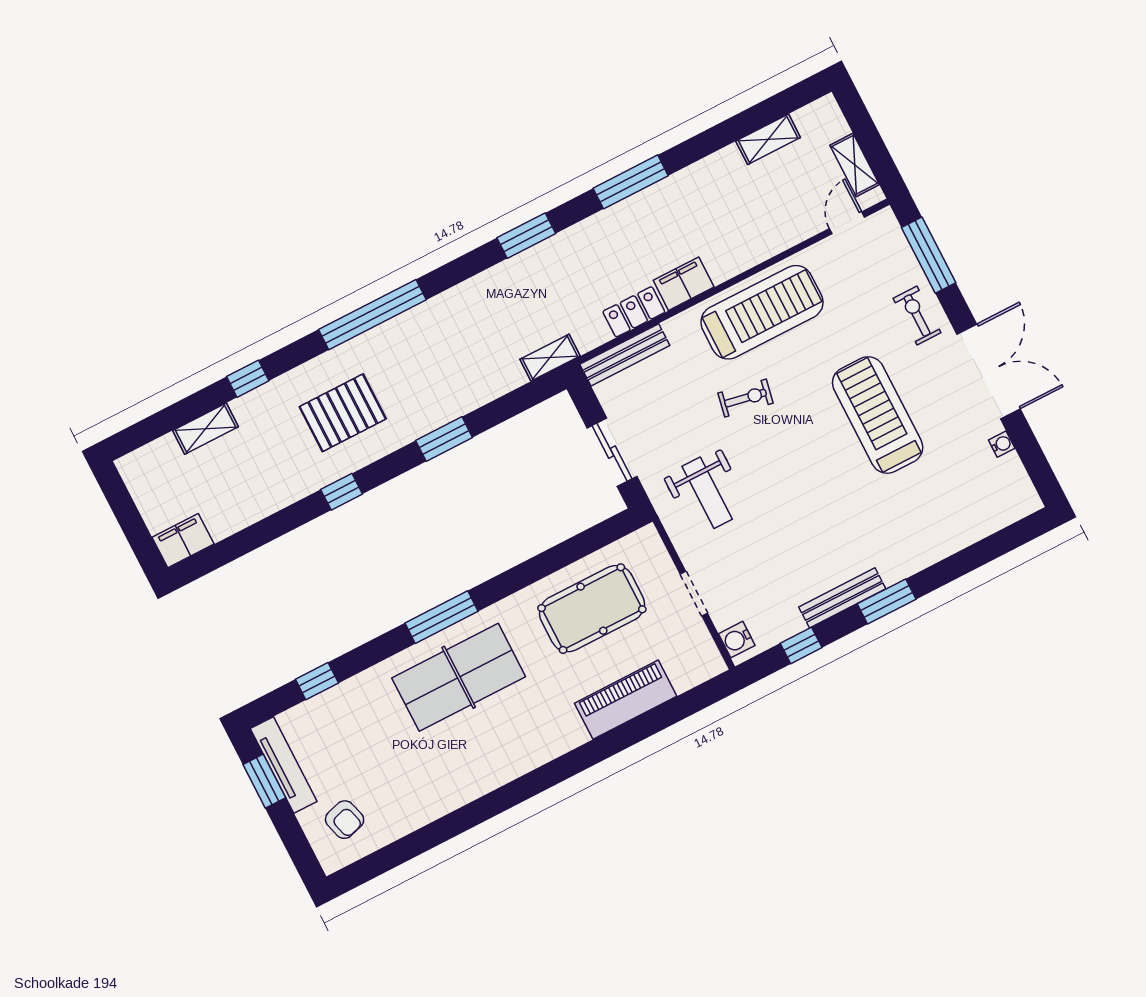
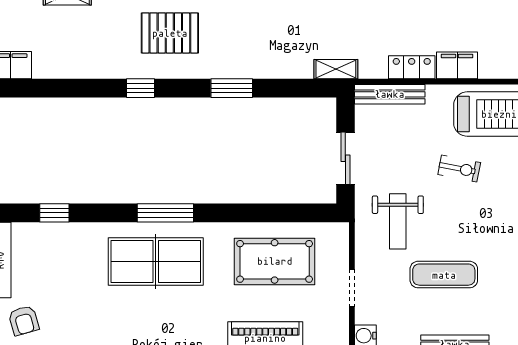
exercise mat: (789, 526) -> (444, 275), added

